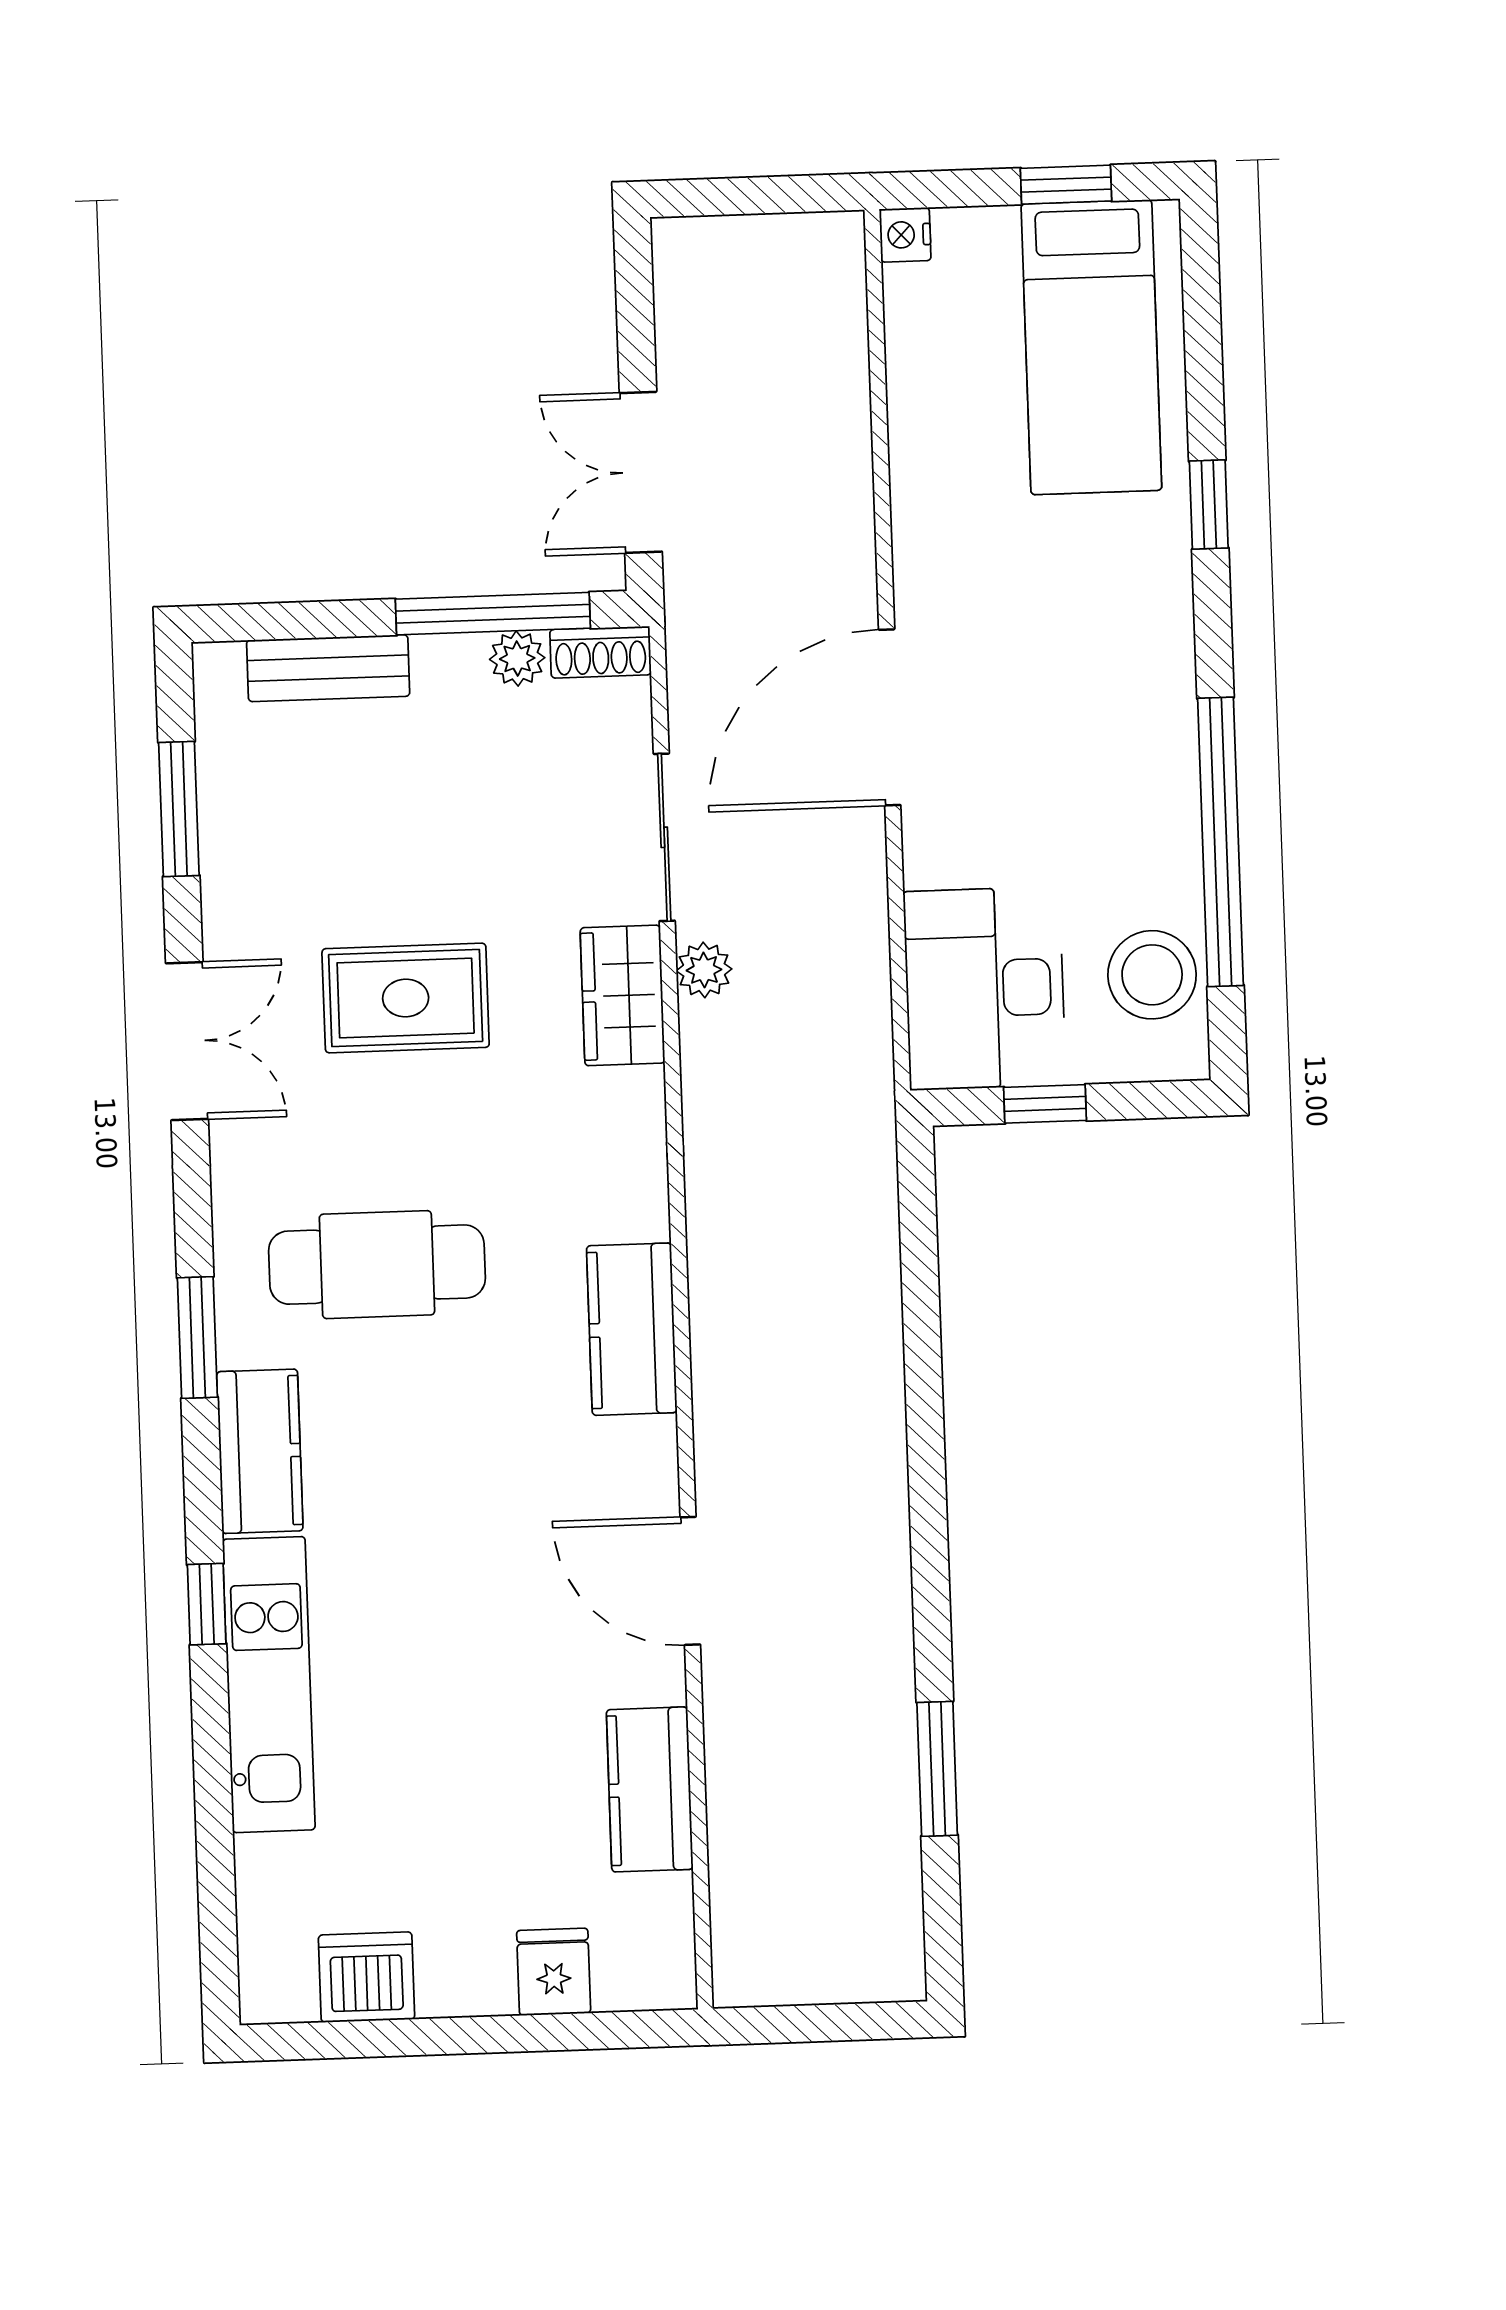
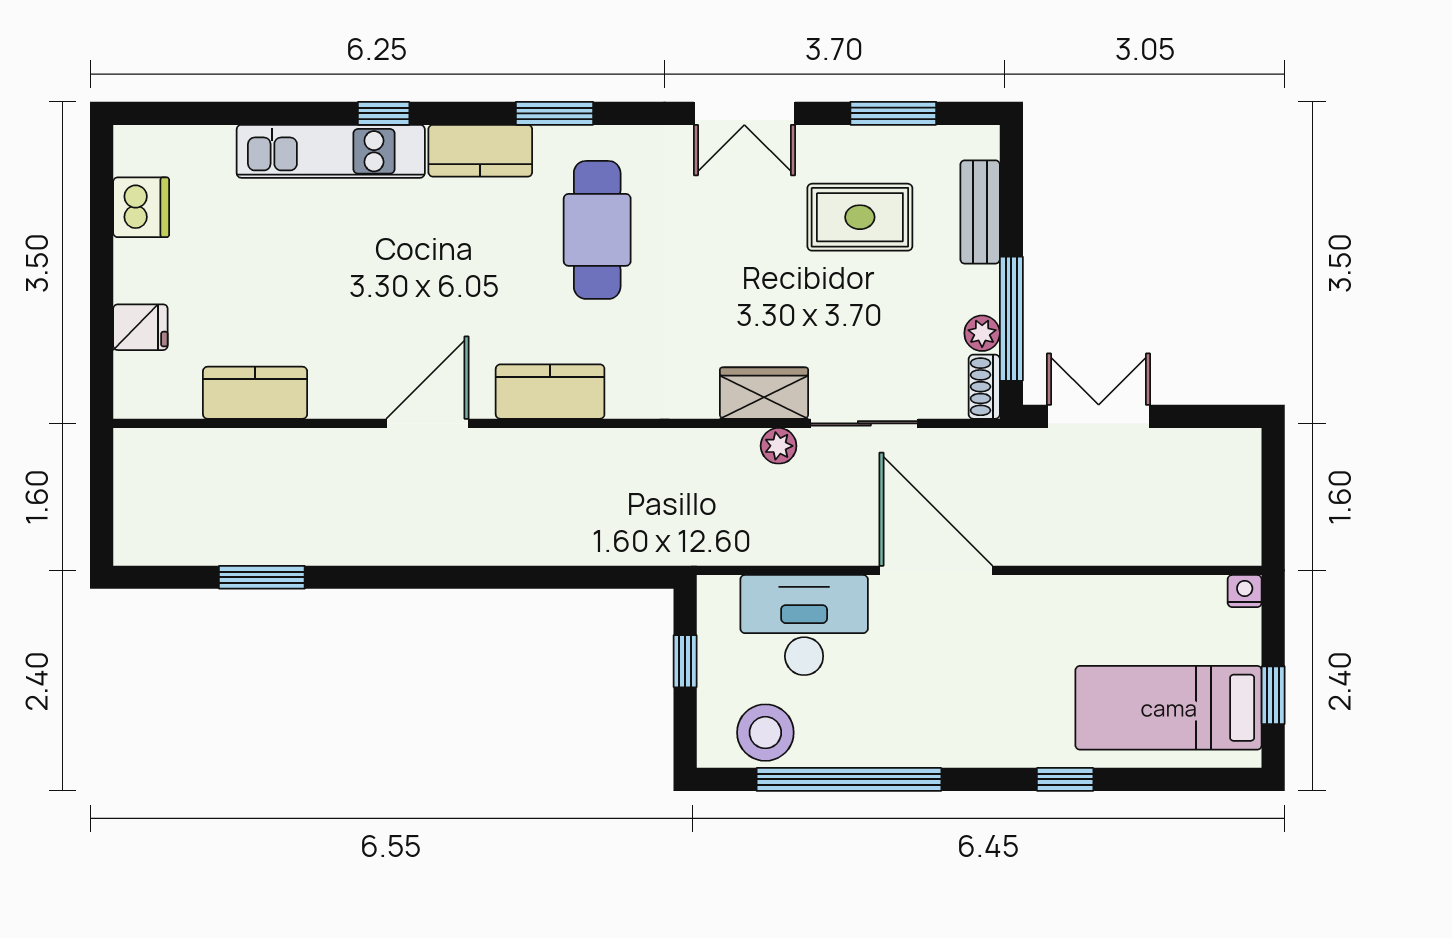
desk: (985, 988) -> (804, 625), moved
rug: (406, 998) -> (860, 217), moved, turned 90
door: (690, 1581) -> (427, 423), moved

